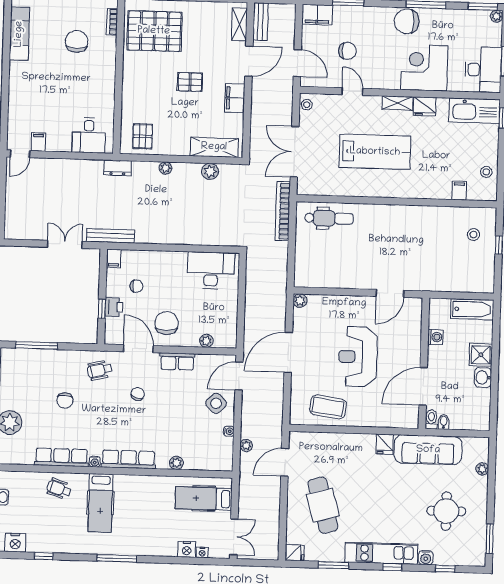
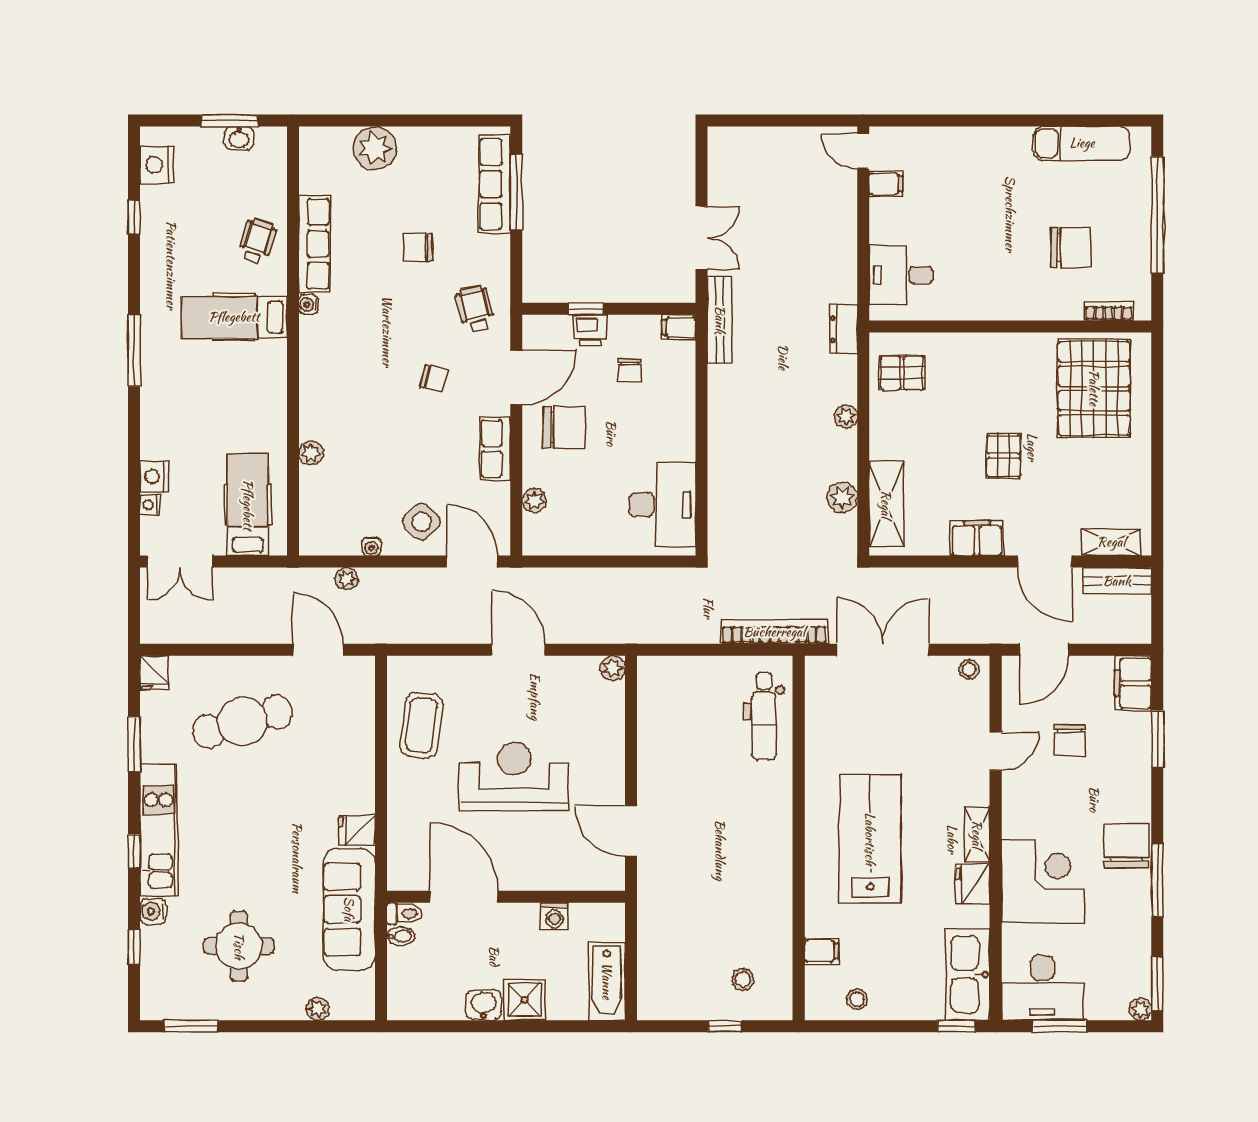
lab bench: (375, 152) -> (870, 839), moved, turned 180
door: (288, 352) -> (518, 650), width x0.73
row of seats: (129, 459) -> (495, 184), moved, turned 180

